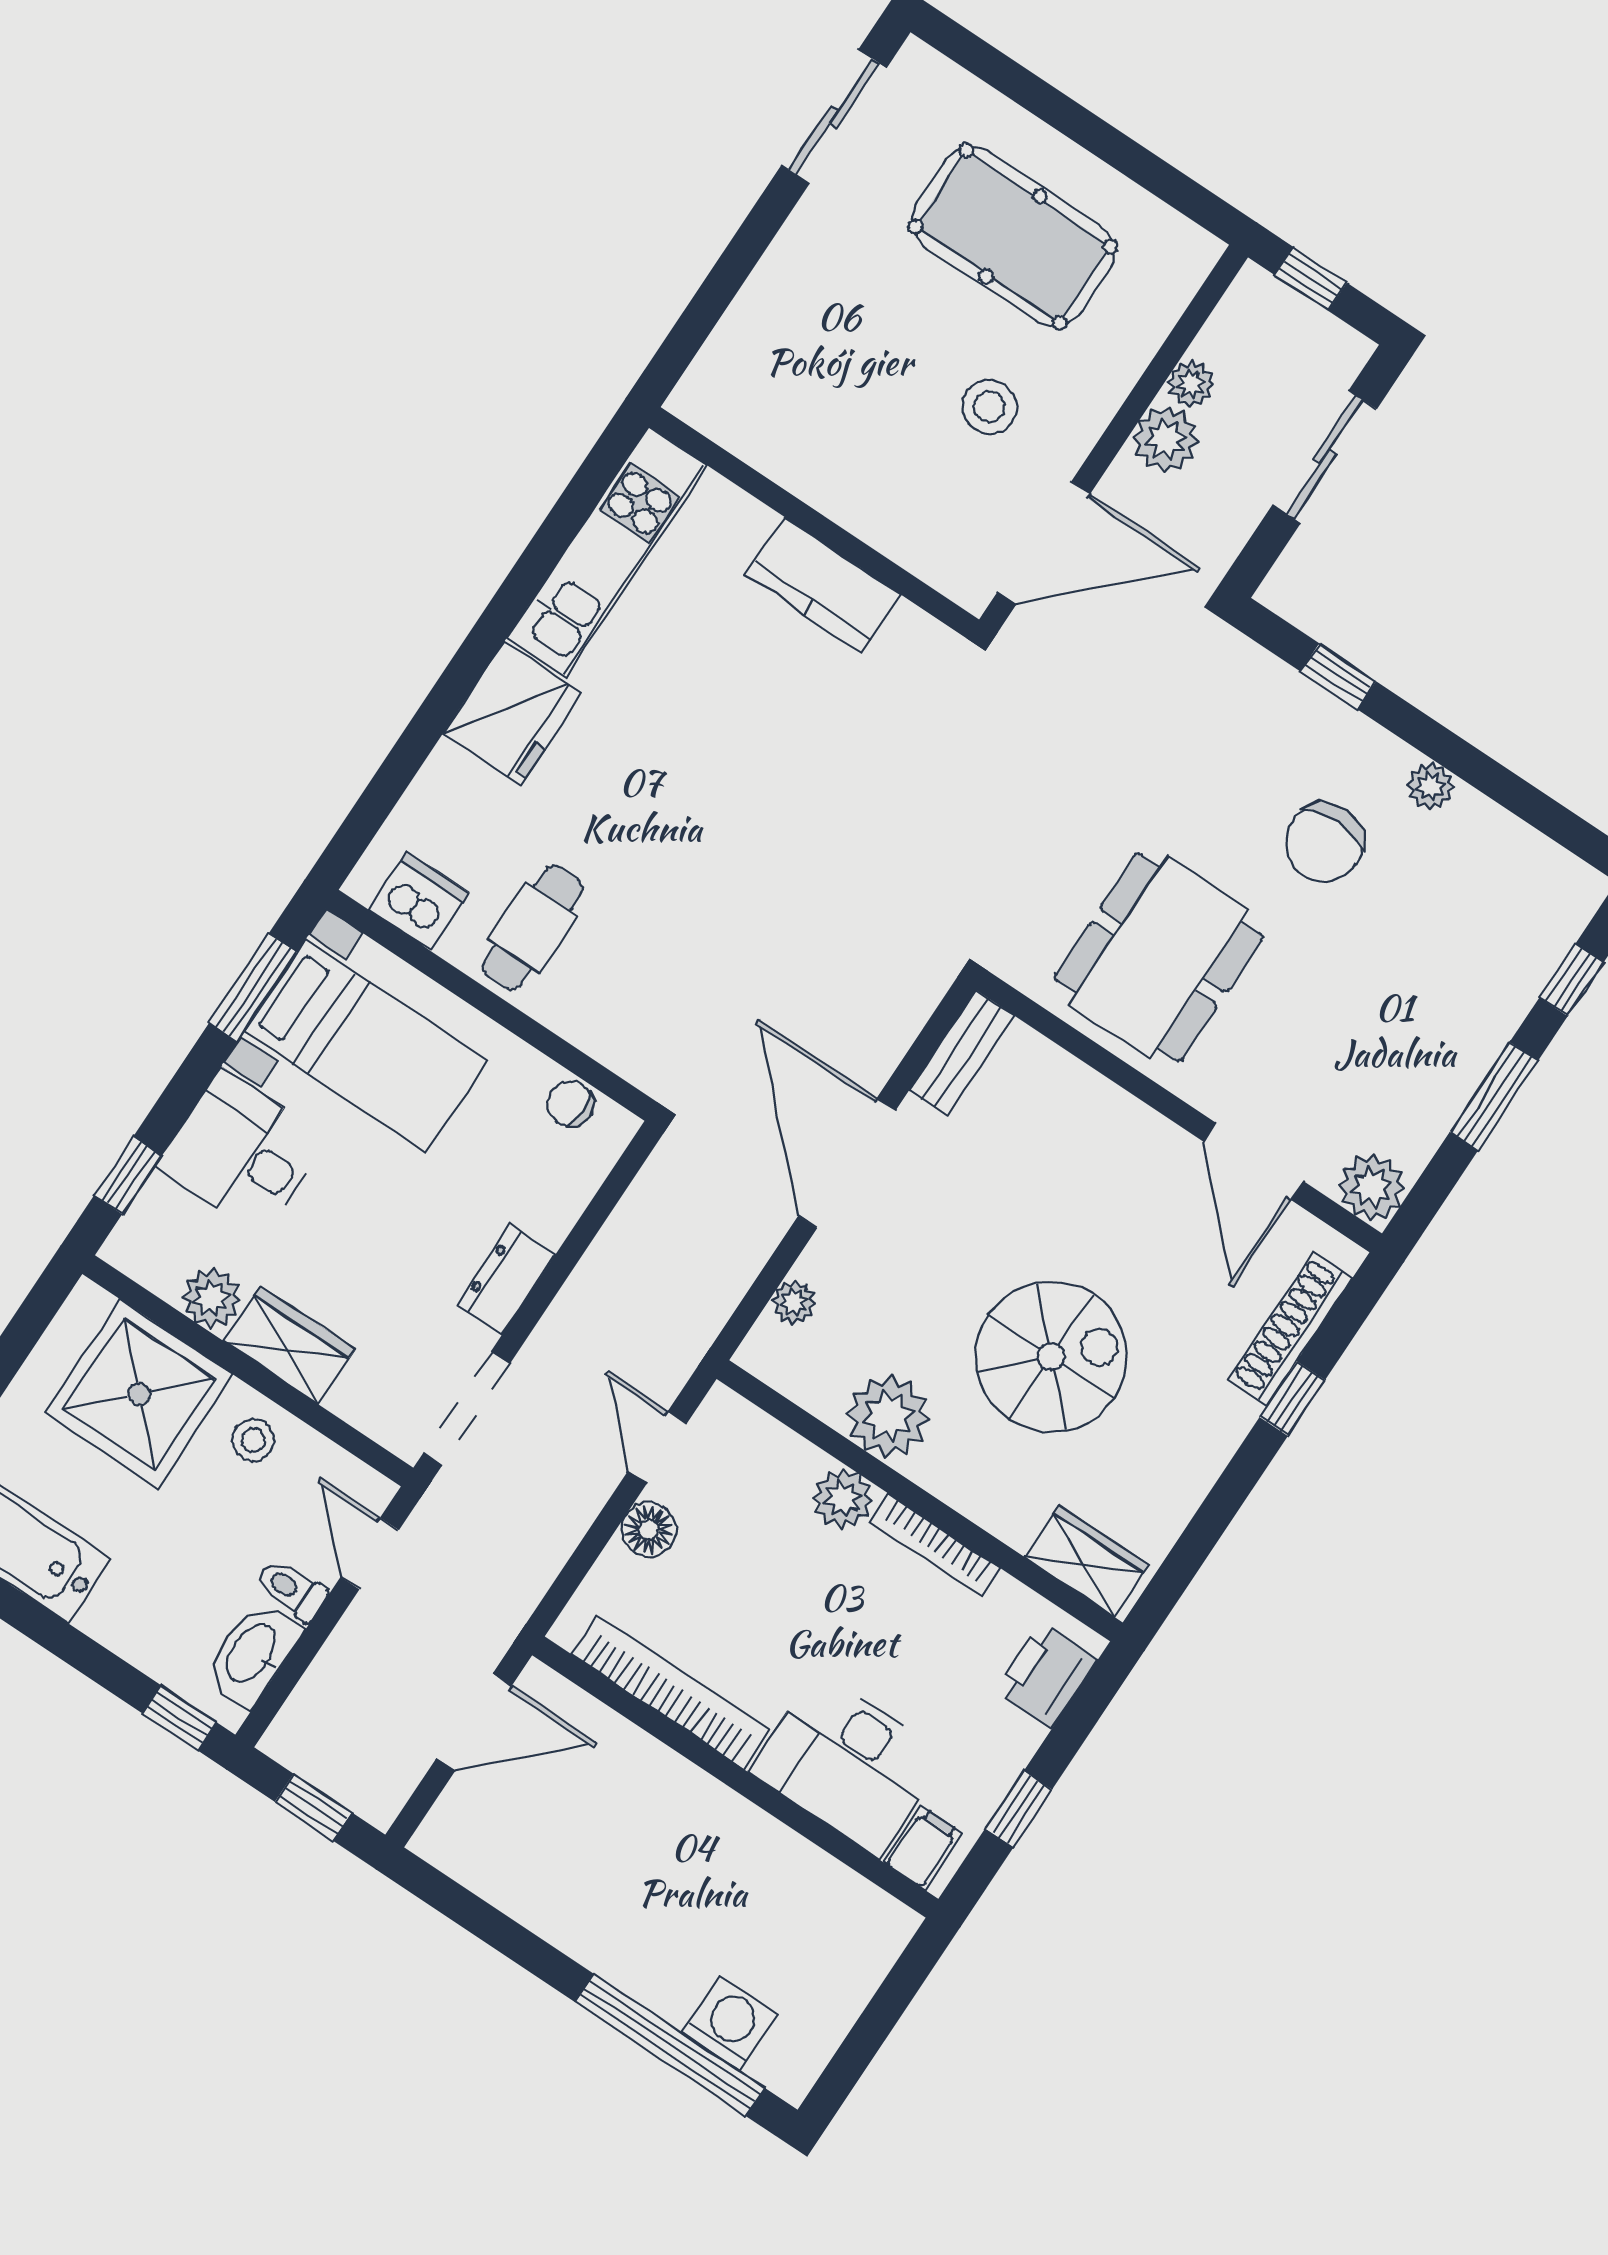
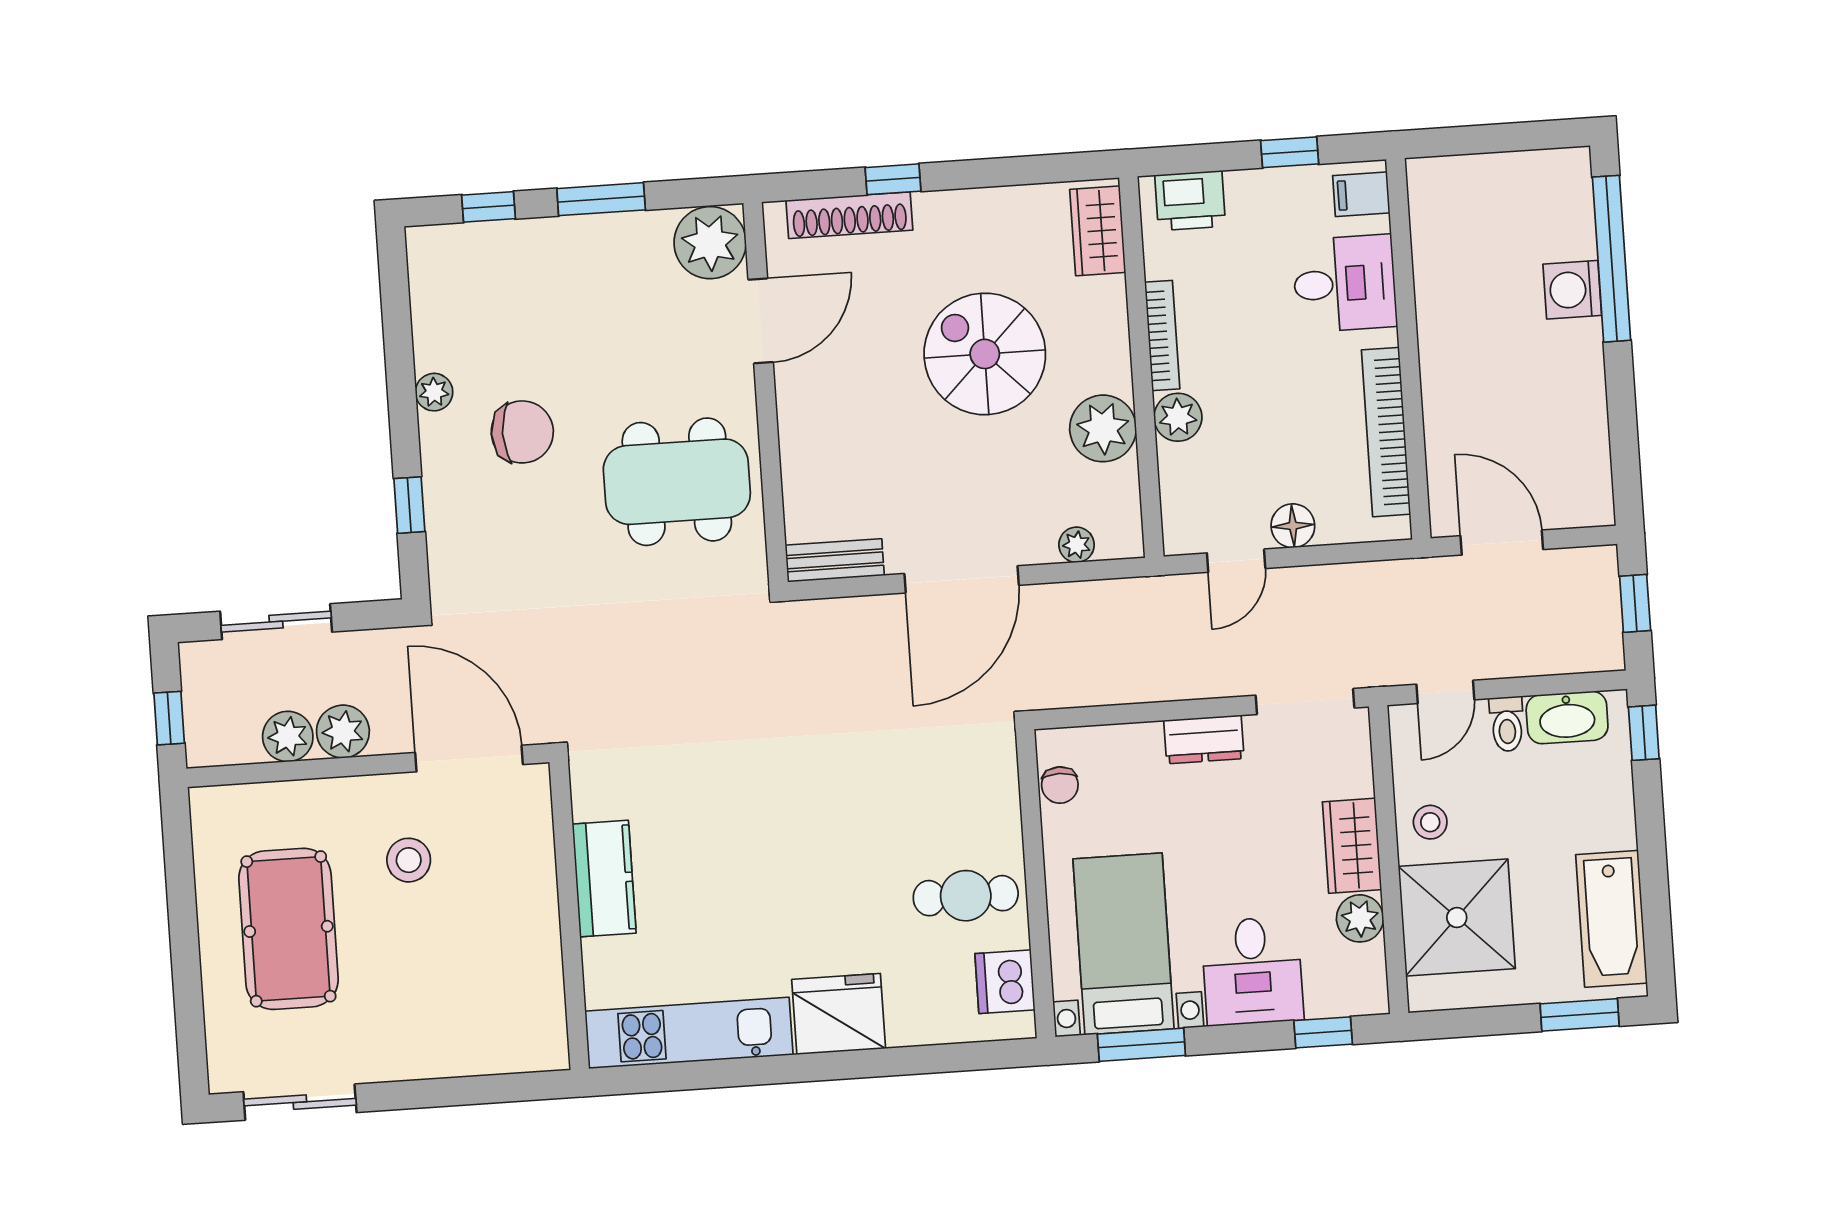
plant: (1191, 384) -> (288, 737), width x1.38, depth x1.38
plant: (1372, 1187) -> (710, 243), width x1.36, depth x1.36
desk: (848, 1764) -> (1345, 283), width x0.73
washing machine: (730, 2023) -> (1572, 290), moved

